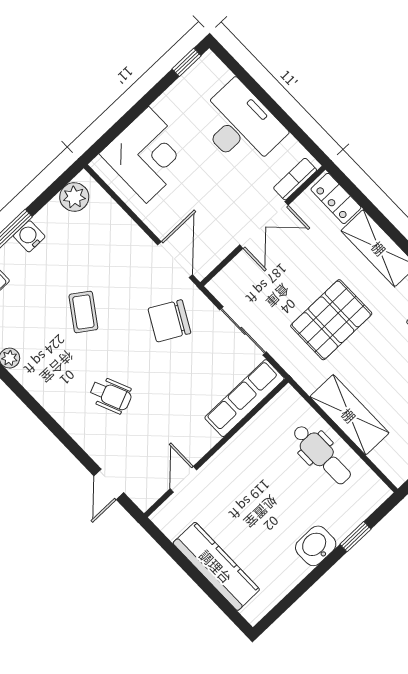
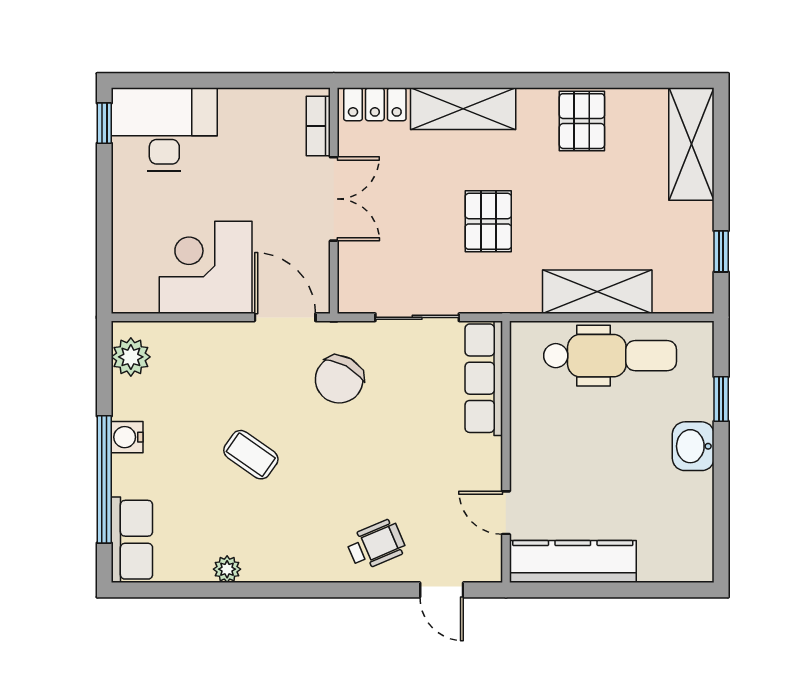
desk: (240, 125) -> (164, 129), moved
corner desk: (147, 155) -> (206, 267), moved, turned -90
pallet: (331, 320) -> (488, 221), width x0.67, depth x0.71
wheelchair: (111, 395) -> (376, 545), moved
dental chair: (322, 454) -> (610, 356), width x1.36, depth x1.38
kitchen counter: (216, 566) -> (573, 562), moved

